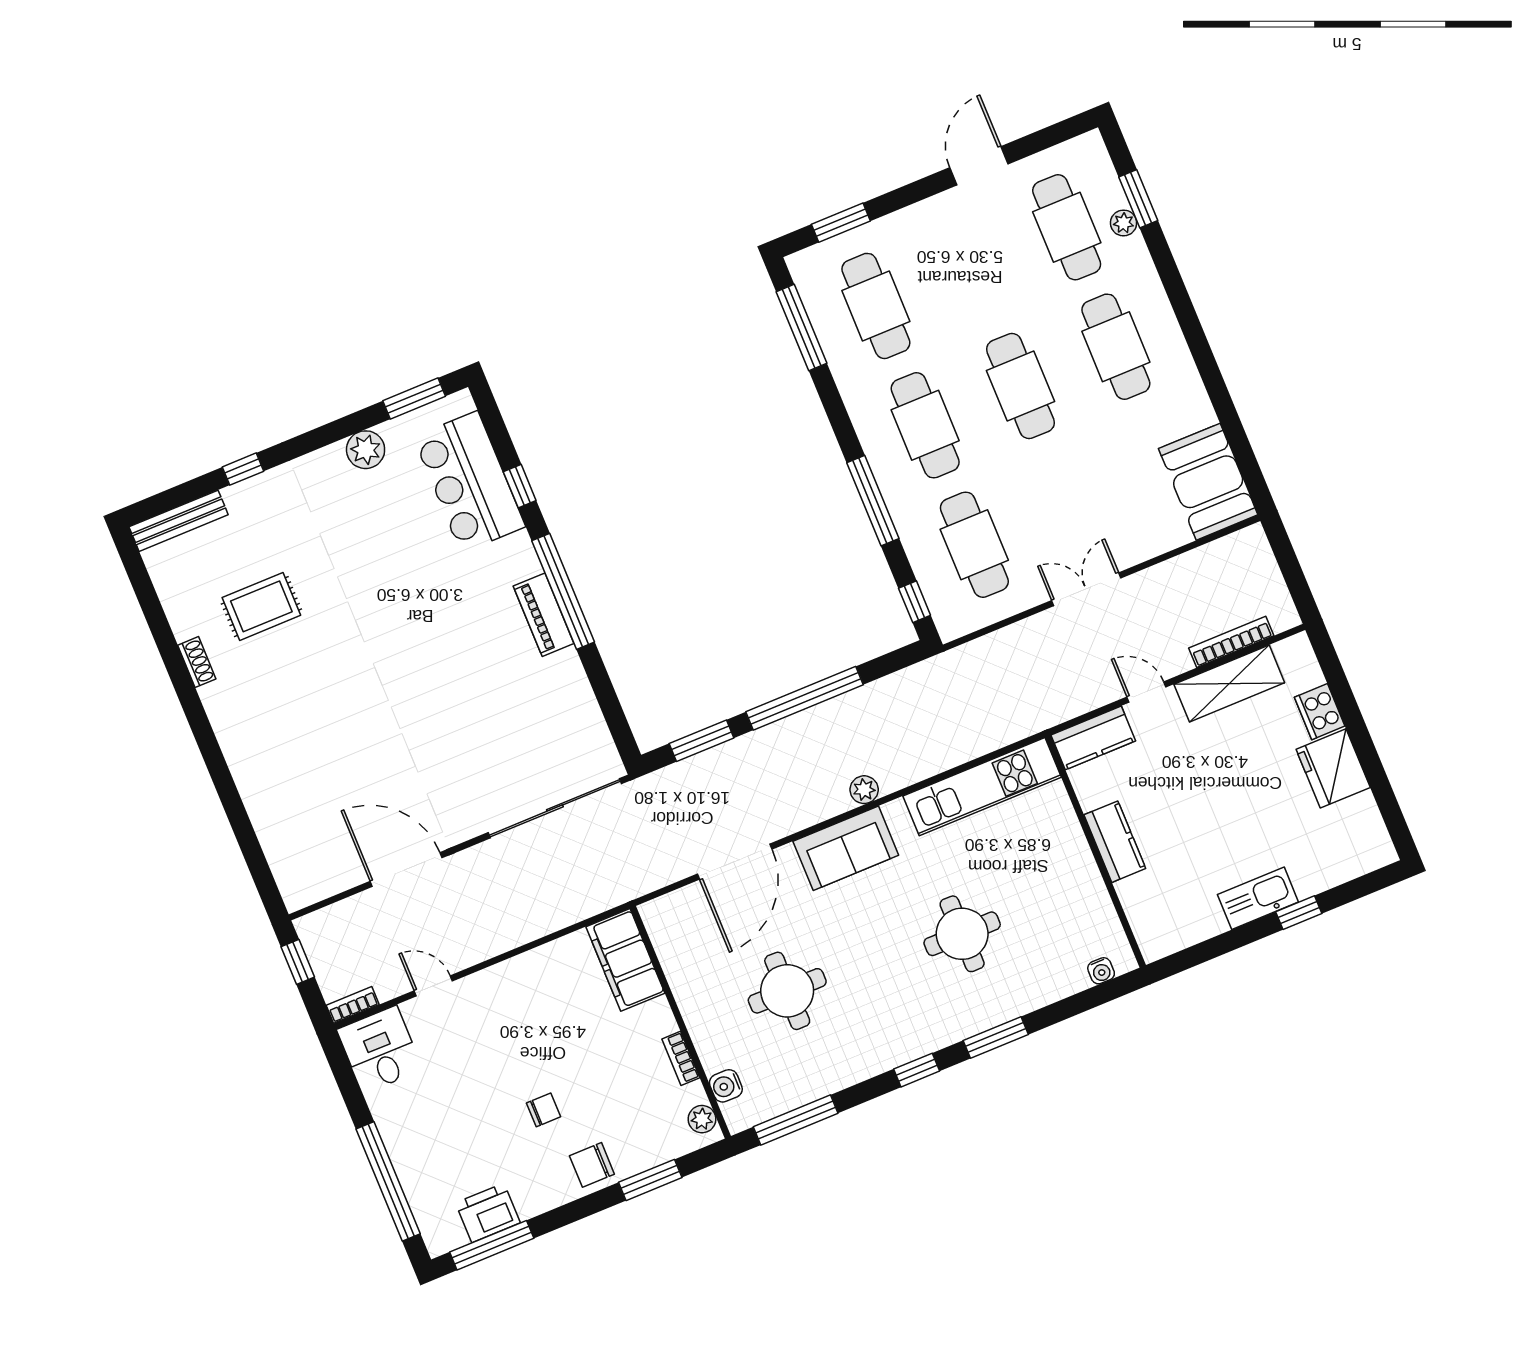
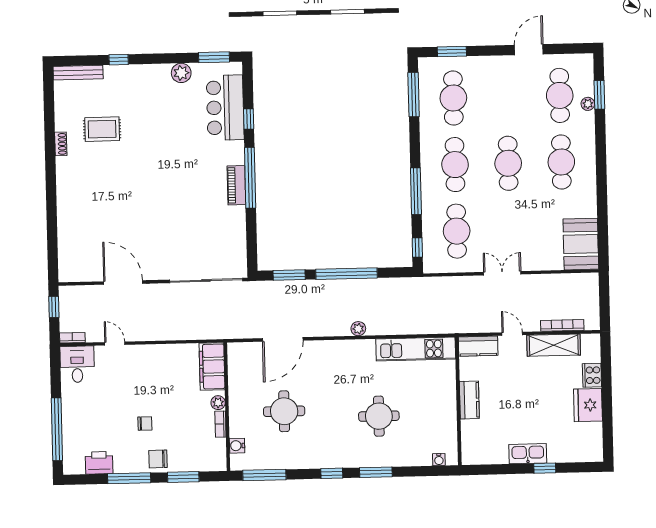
sofa: (846, 848) -> (339, 353), removed
plant: (702, 1119) -> (218, 403), moved
window: (492, 1245) -> (129, 478), moved

